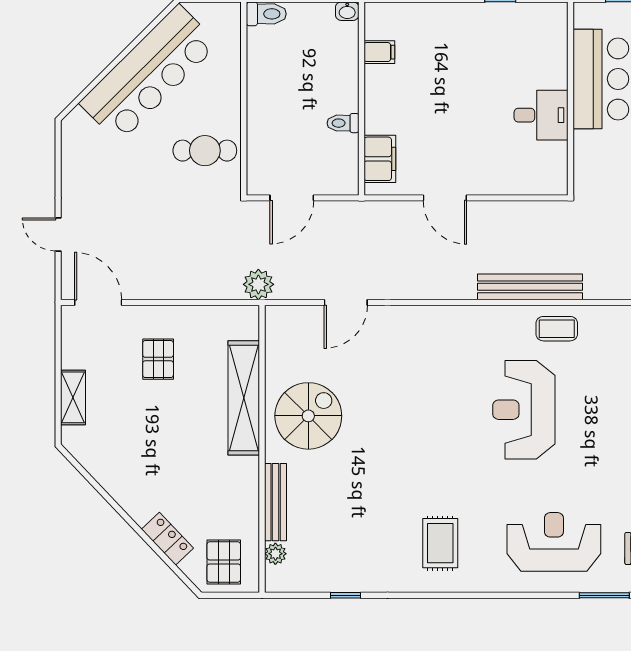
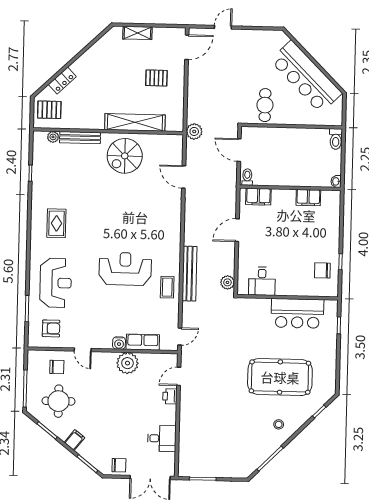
chair: (518, 33) -> (322, 270), added
filing cabinet: (379, 52) -> (308, 198), width x2.00
desk: (541, 115) -> (262, 281), moved
toilet: (343, 123) -> (247, 177), moved
plant: (545, 214) -> (227, 282), added
spiral stairs: (308, 416) -> (125, 156), turned 90
rug: (440, 543) -> (56, 223), turned 90

